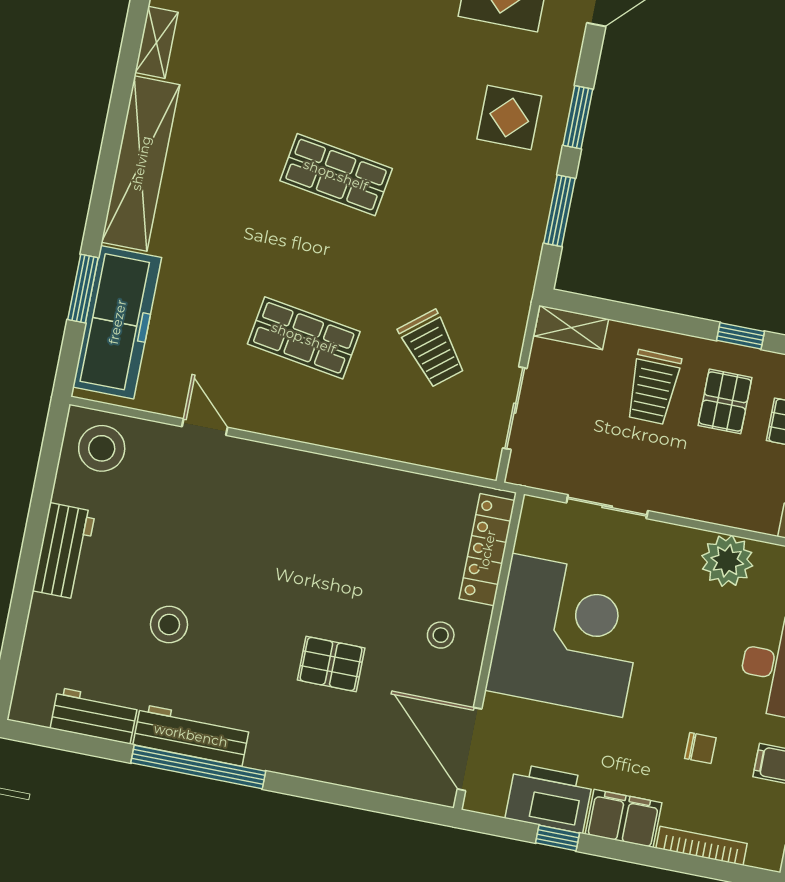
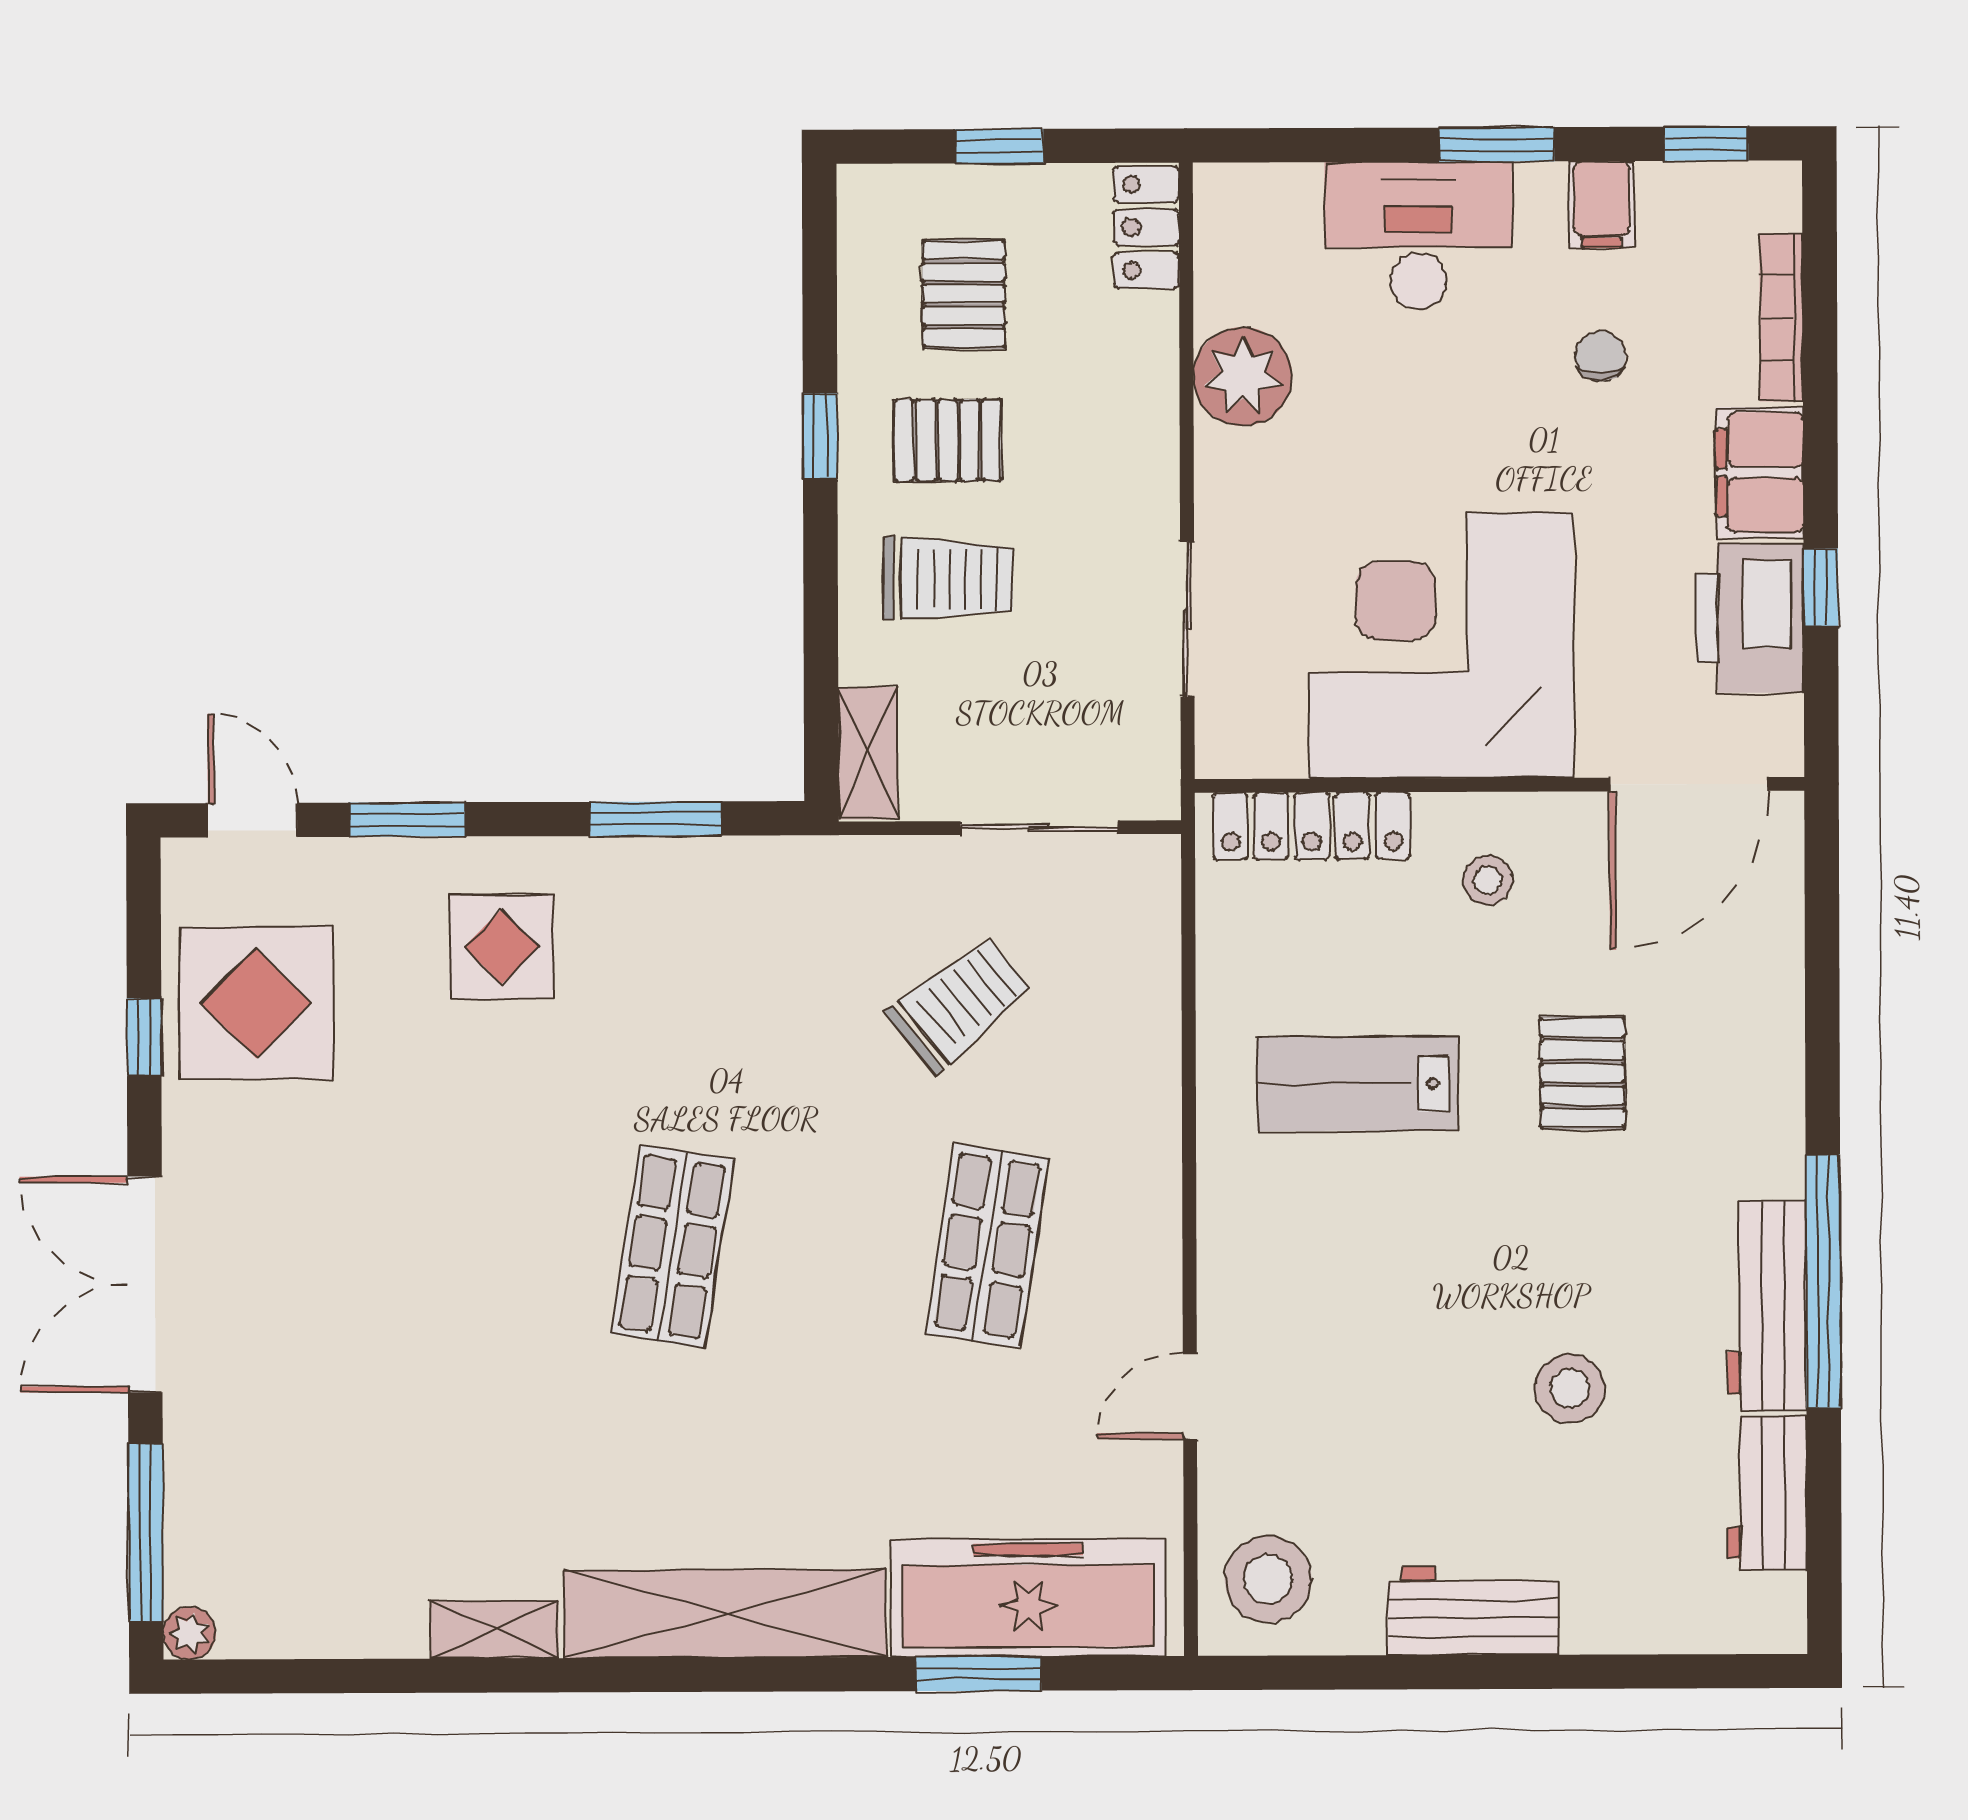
window: (578, 117) -> (407, 820), moved
lab bench: (349, 547) -> (1358, 1084), added

